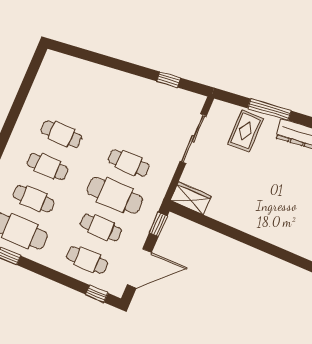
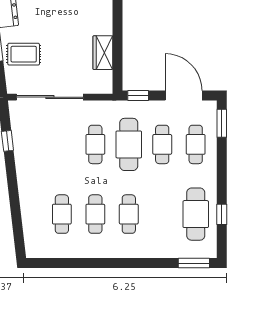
sliding door: (193, 139) -> (50, 97), width x1.36
wardrobe: (191, 198) -> (103, 53), moved
cafe table: (34, 199) -> (62, 214), moved
window: (97, 294) -> (222, 123), width x1.50

